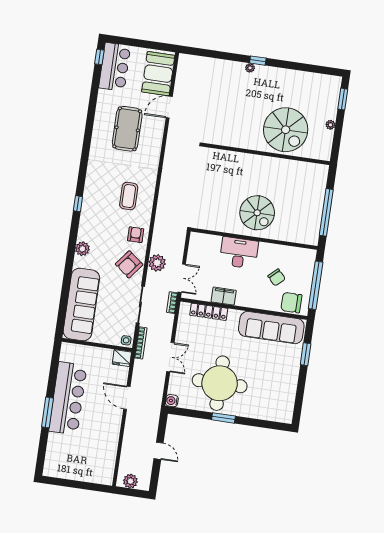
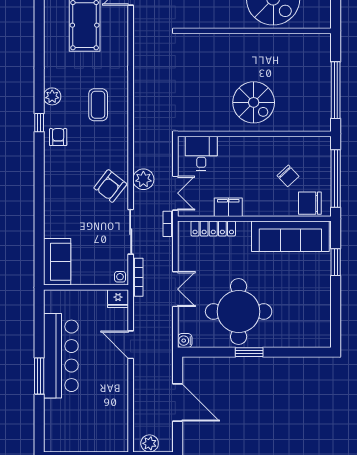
armchair: (136, 235) -> (58, 137), moved
plant: (82, 249) -> (52, 96), moved
desk: (239, 253) -> (201, 153), moved, width x0.73
sofa: (81, 305) -> (57, 262), width x0.54, depth x0.79
door: (159, 451) -> (178, 402), width x1.88

